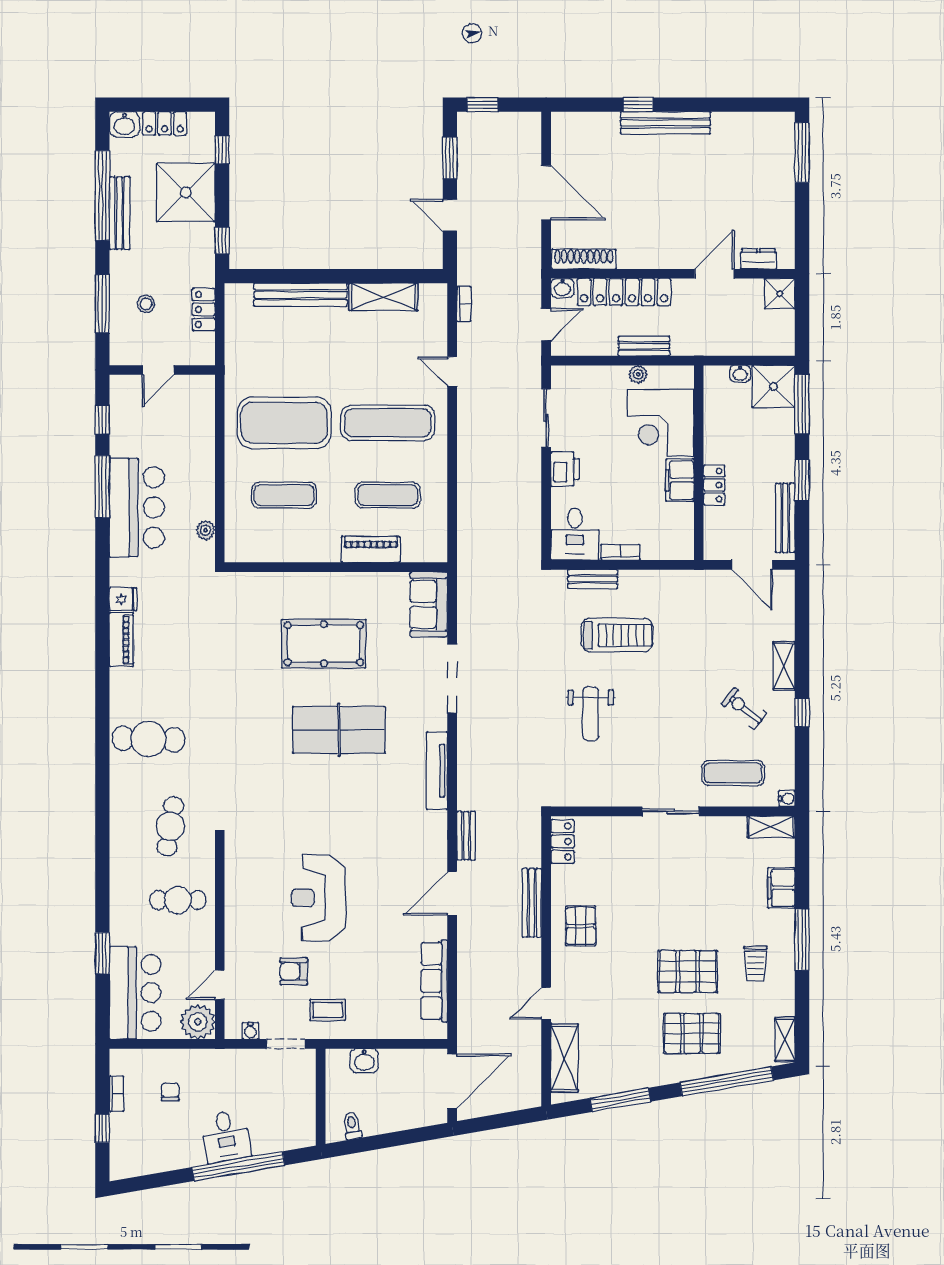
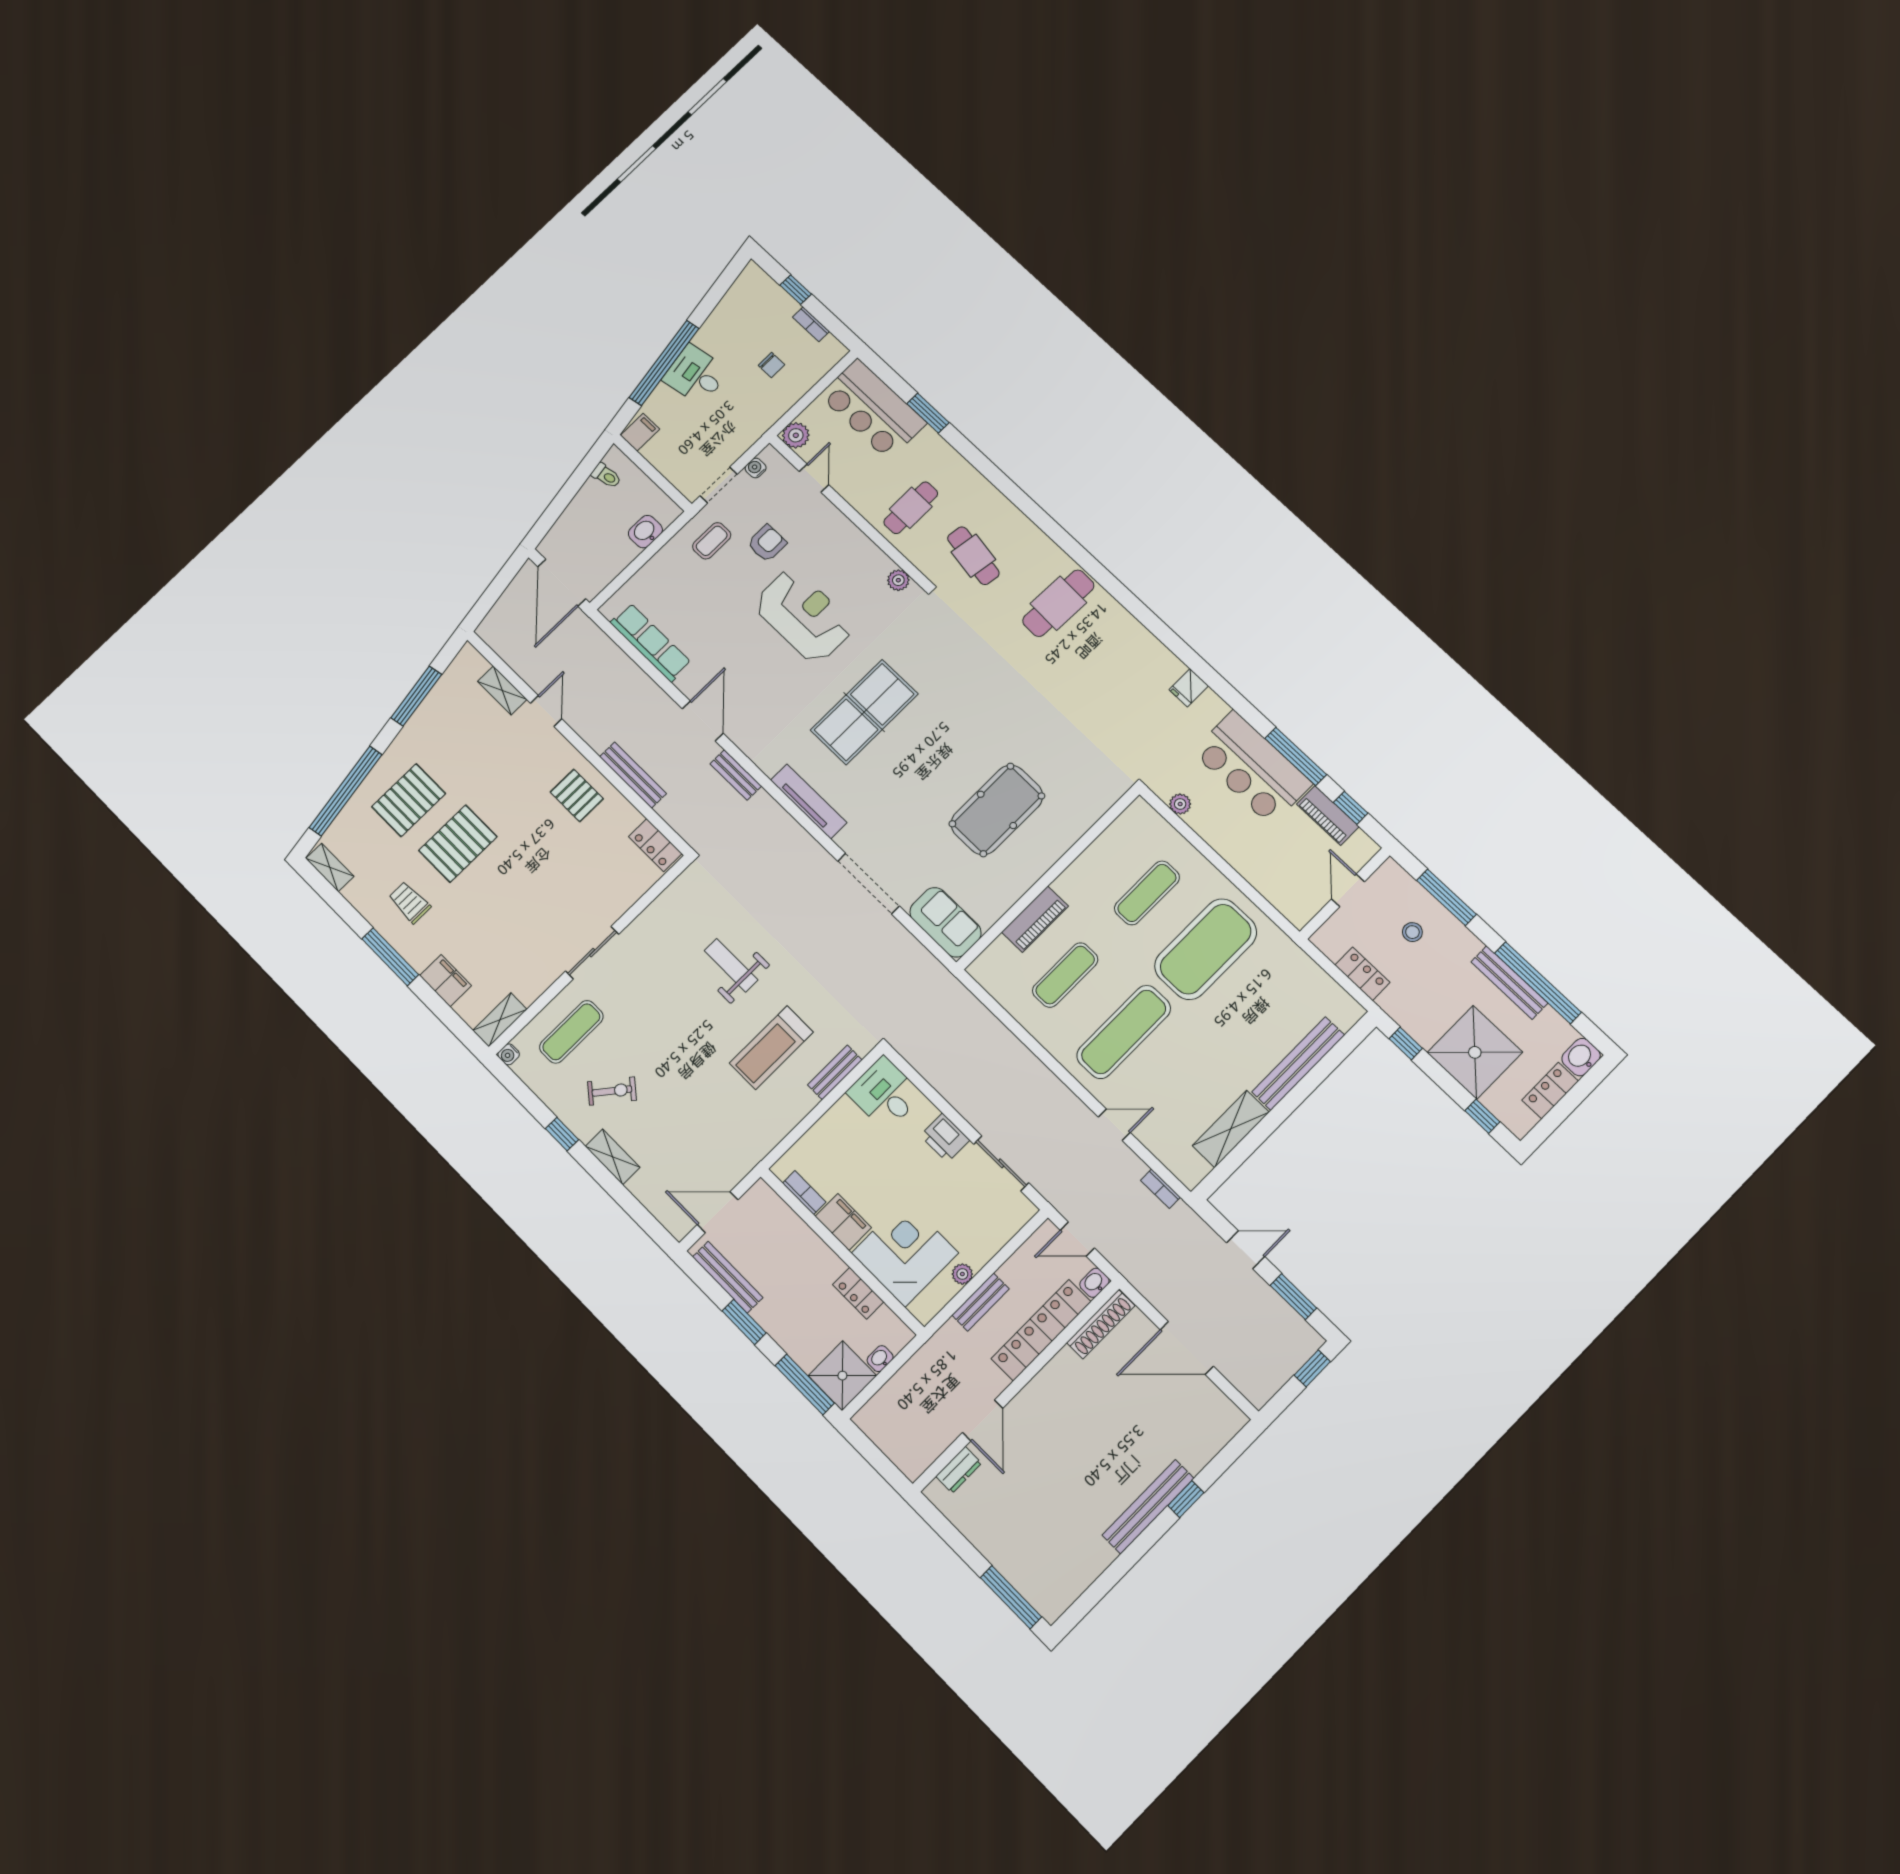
shower: (780, 294) -> (913, 1458), removed
door: (546, 325) -> (1077, 1239), hinge flipped
locker: (714, 485) -> (858, 1293), moved
bookcase: (620, 552) -> (804, 1193), moved, turned -90
piano: (121, 640) -> (1328, 815), moved
table tennis table: (339, 730) -> (864, 712), moved
plant: (234, 859) -> (898, 580), added
plant: (198, 1022) -> (796, 435), width x0.73, depth x0.73
shelving: (564, 1058) -> (502, 690), width x0.67, depth x0.75
filing cabinet: (301, 1134) -> (640, 432), added

